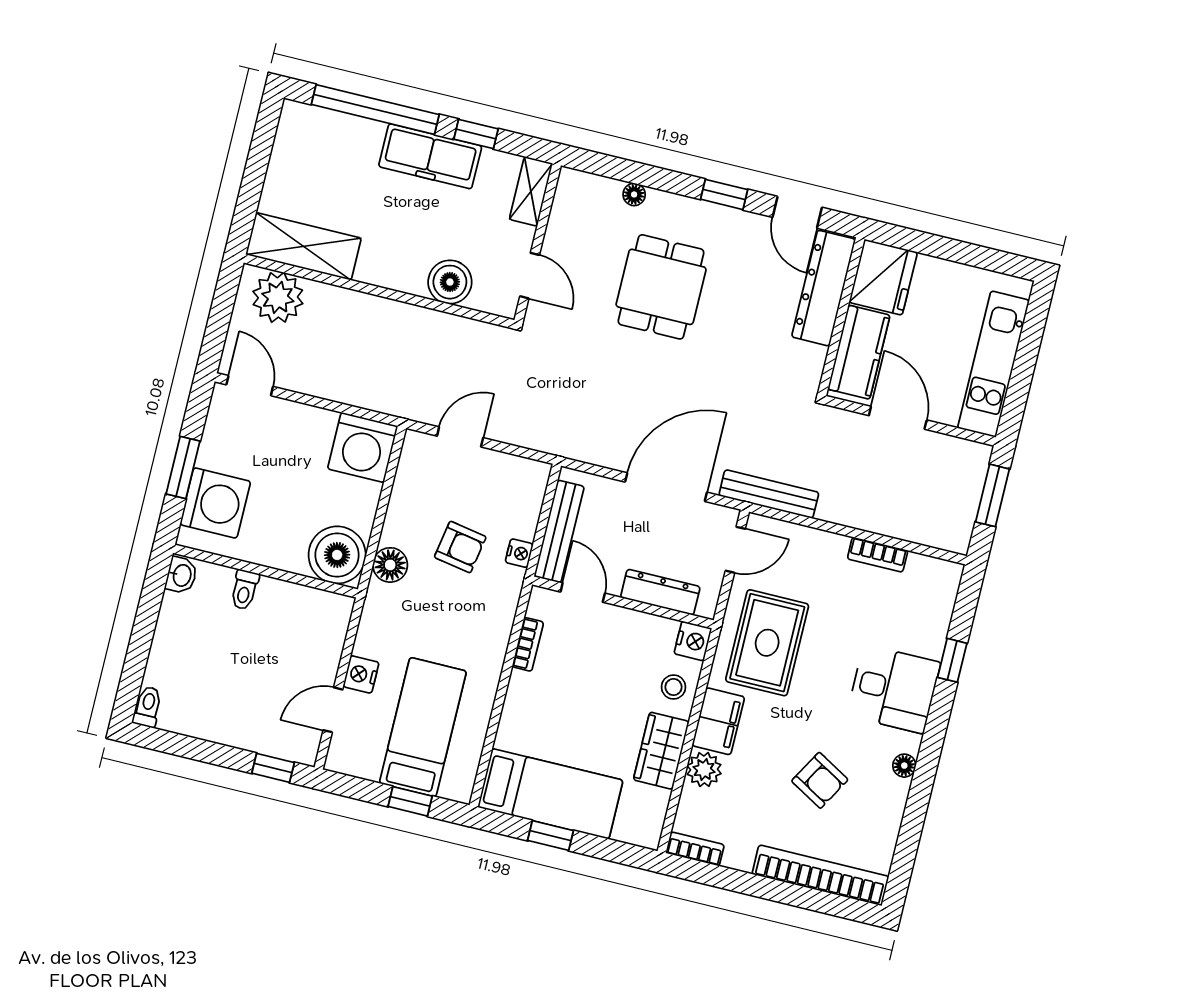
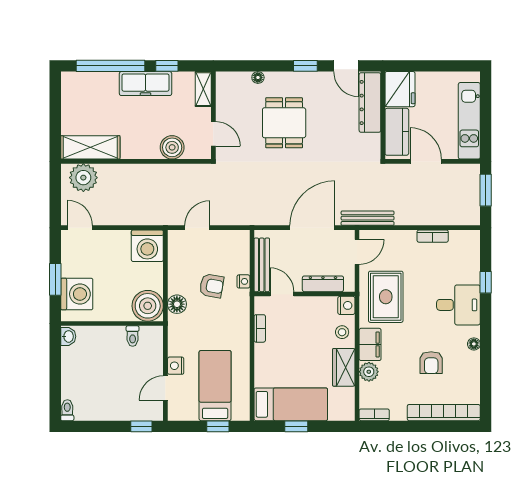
toilet: (245, 590) -> (133, 336), moved
armchair: (820, 780) -> (431, 363), turned 60

